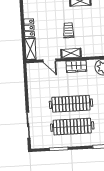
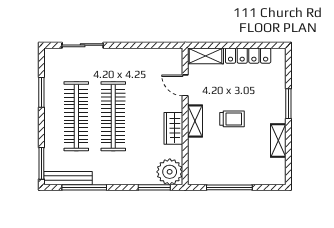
locker: (29, 28) -> (248, 56), width x1.53
door: (49, 60) -> (185, 85), hinge flipped

